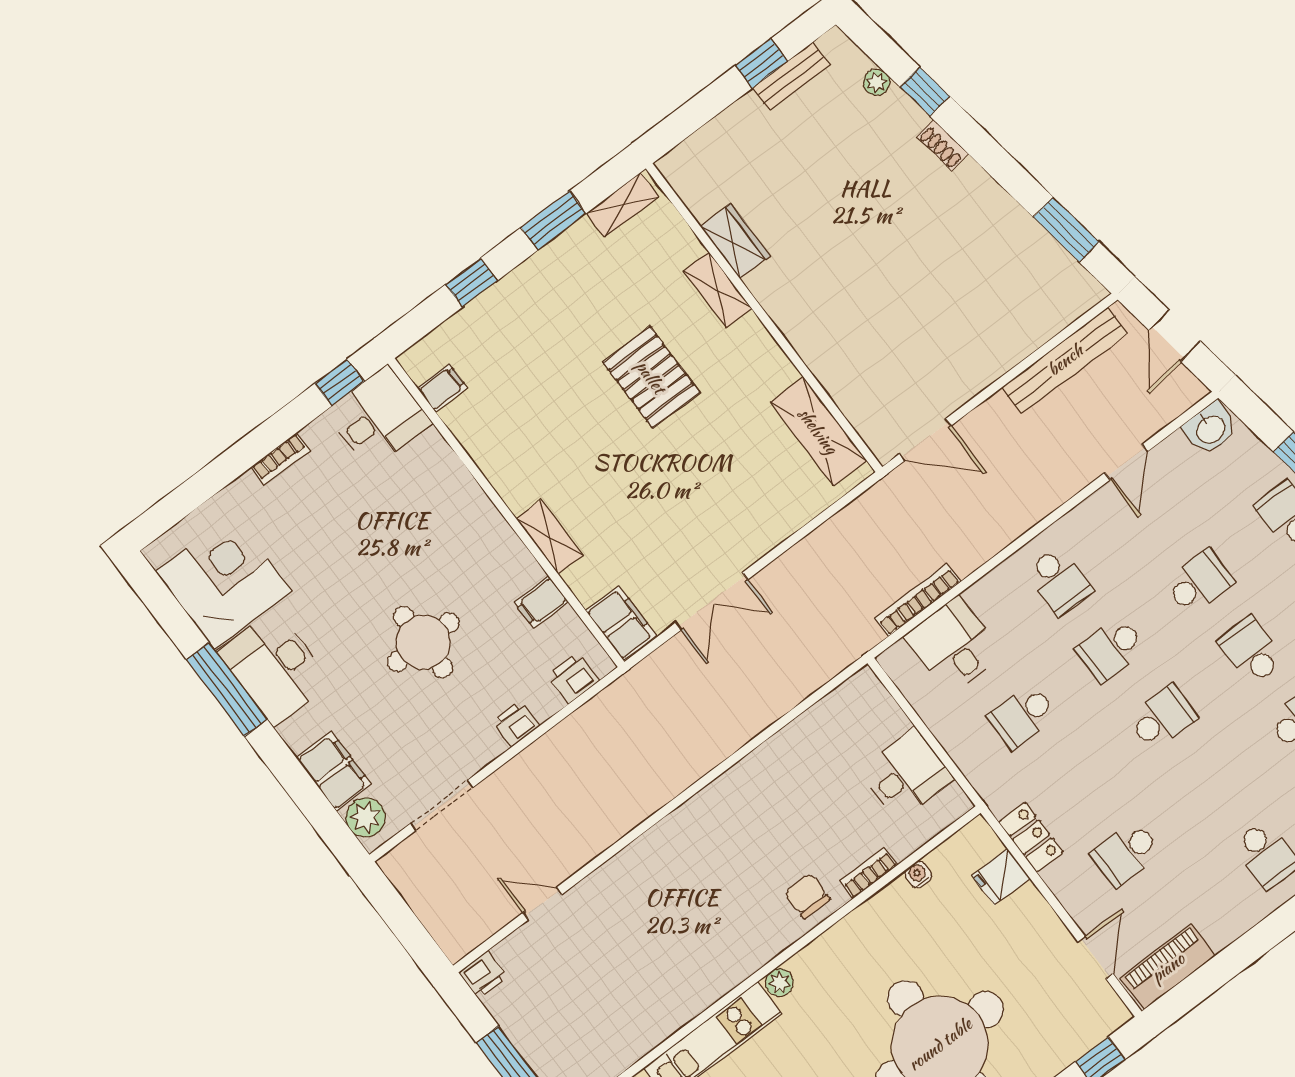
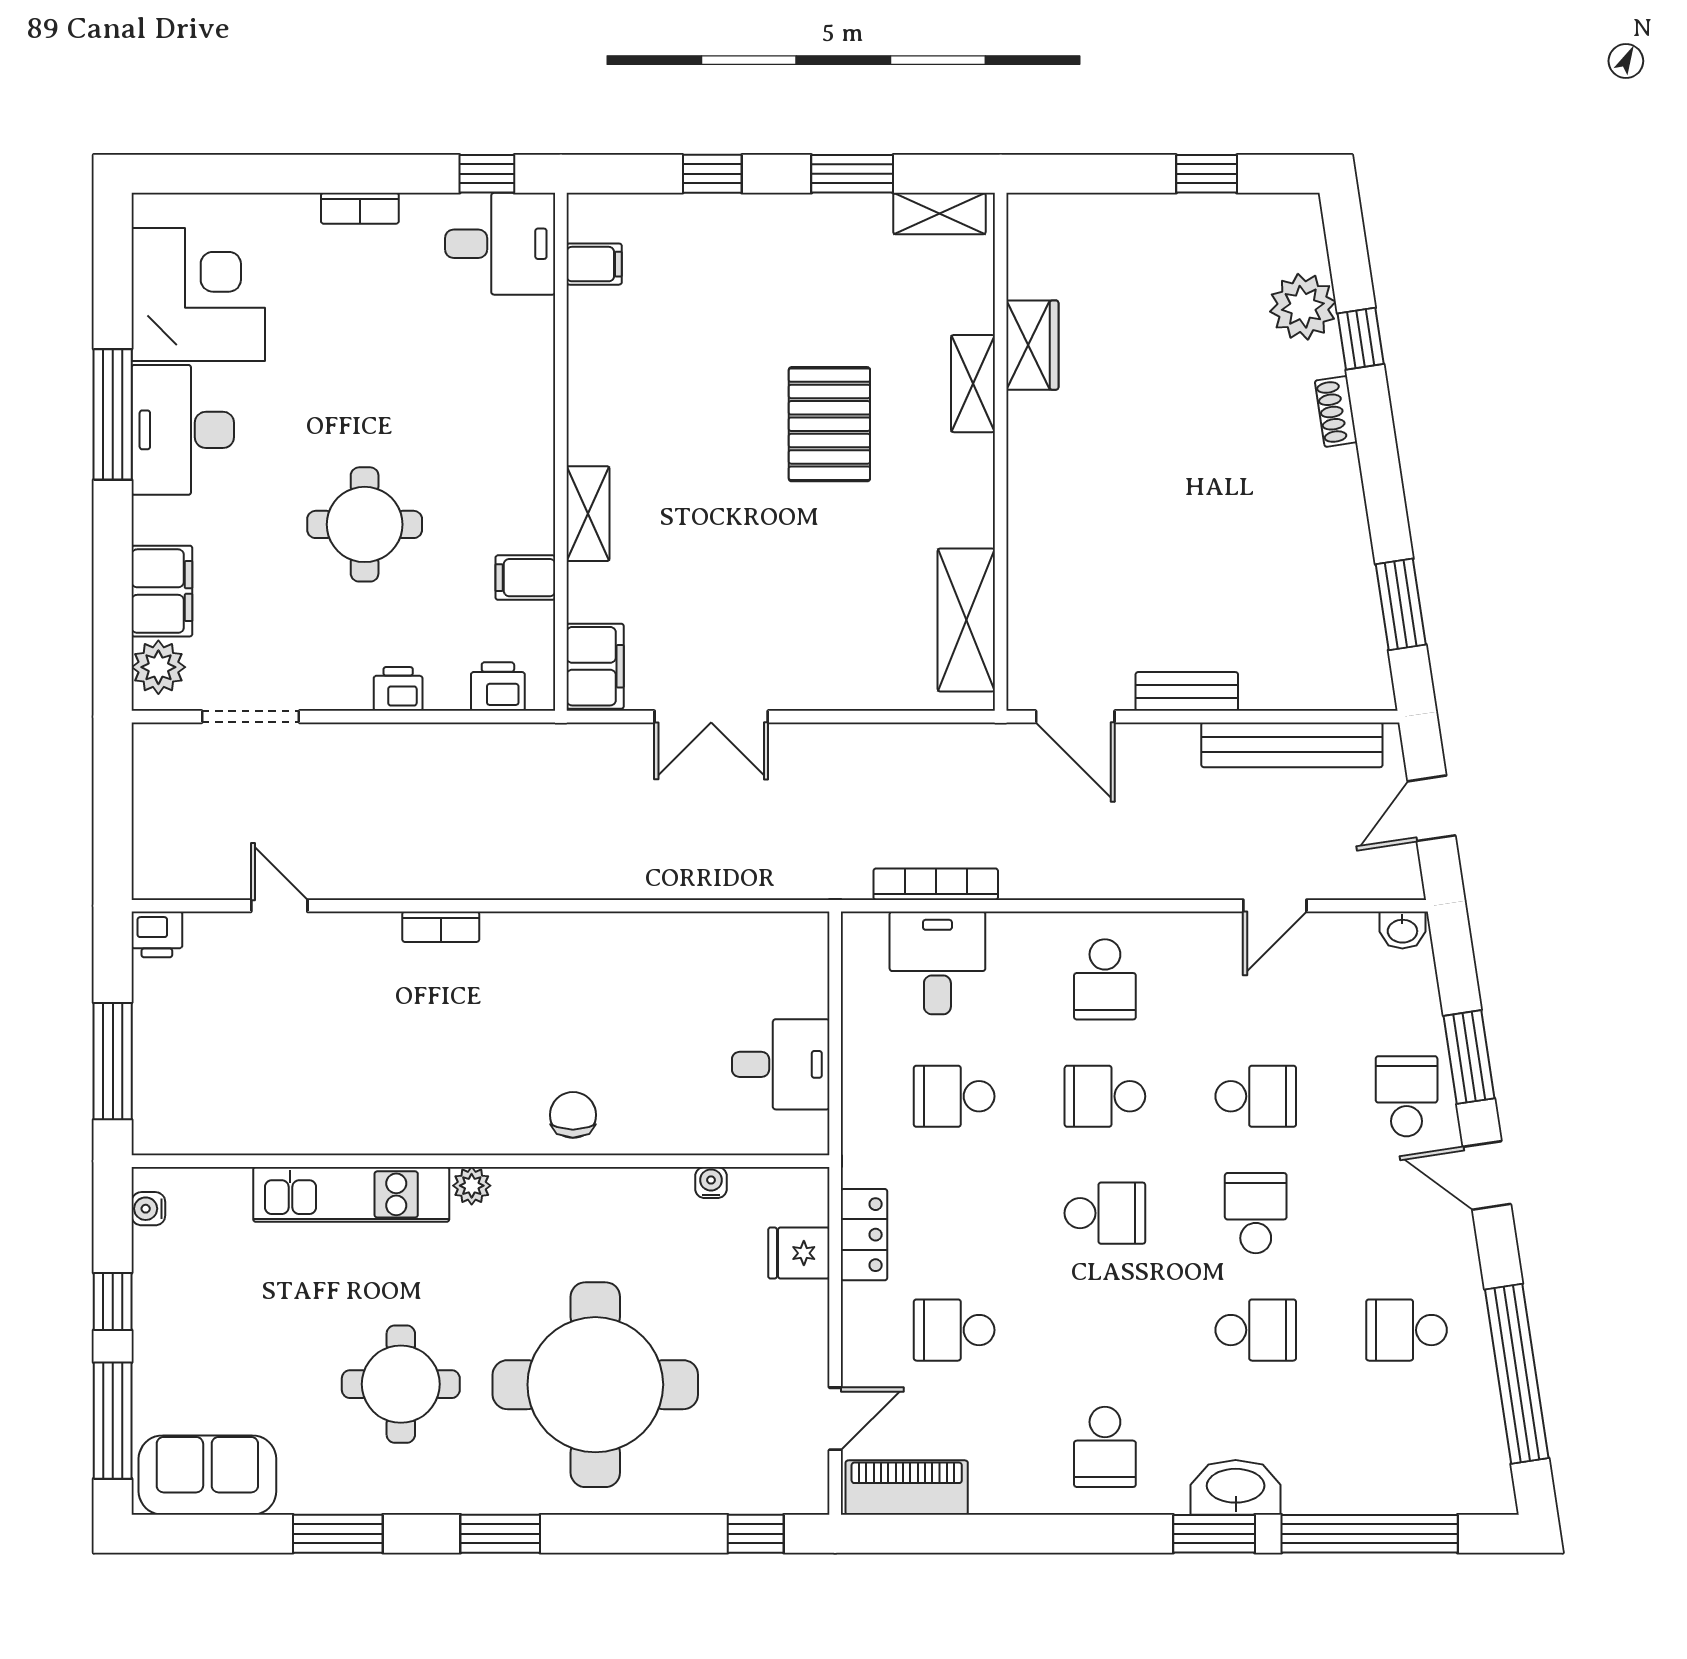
bench: (791, 76) -> (1187, 691), moved
plant: (877, 82) -> (1303, 307), width x1.88, depth x1.88
washbasin: (1210, 429) -> (1402, 930), width x0.72, depth x0.69
bookcase: (869, 873) -> (441, 927), moved, turned 180

